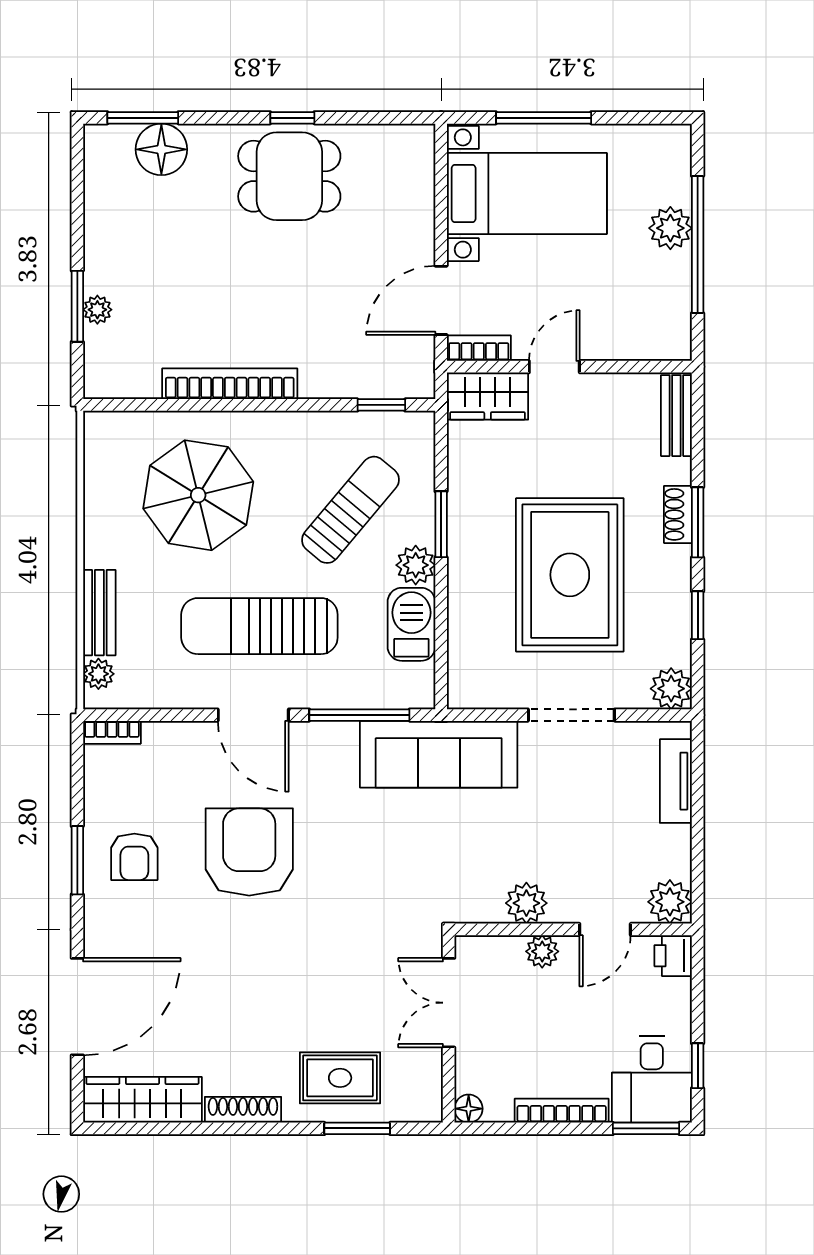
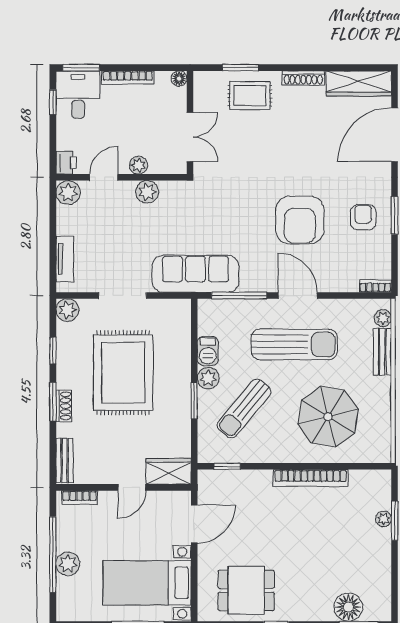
dining table: (289, 176) -> (246, 590), moved
bookcase: (479, 348) -> (80, 498), moved
barbecue: (411, 624) -> (208, 351), width x0.73, depth x0.79

